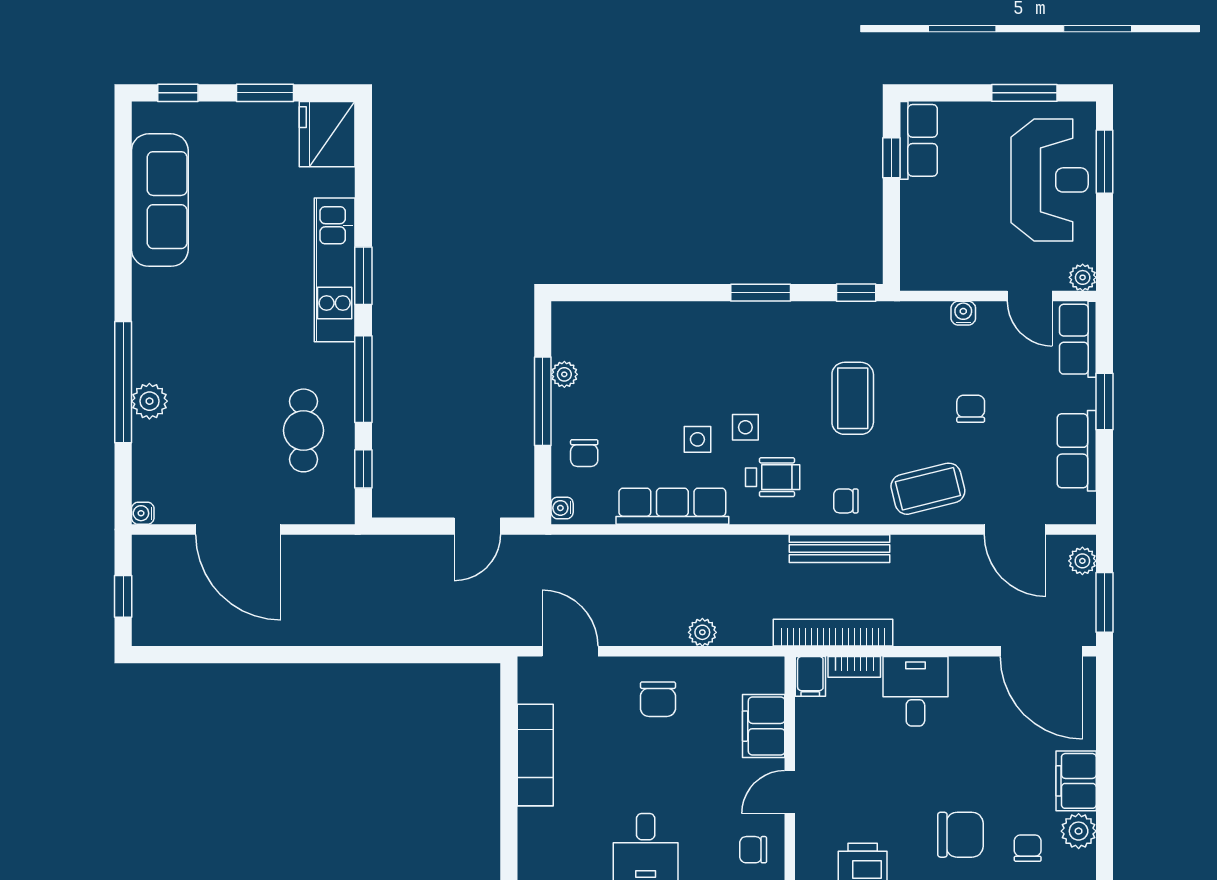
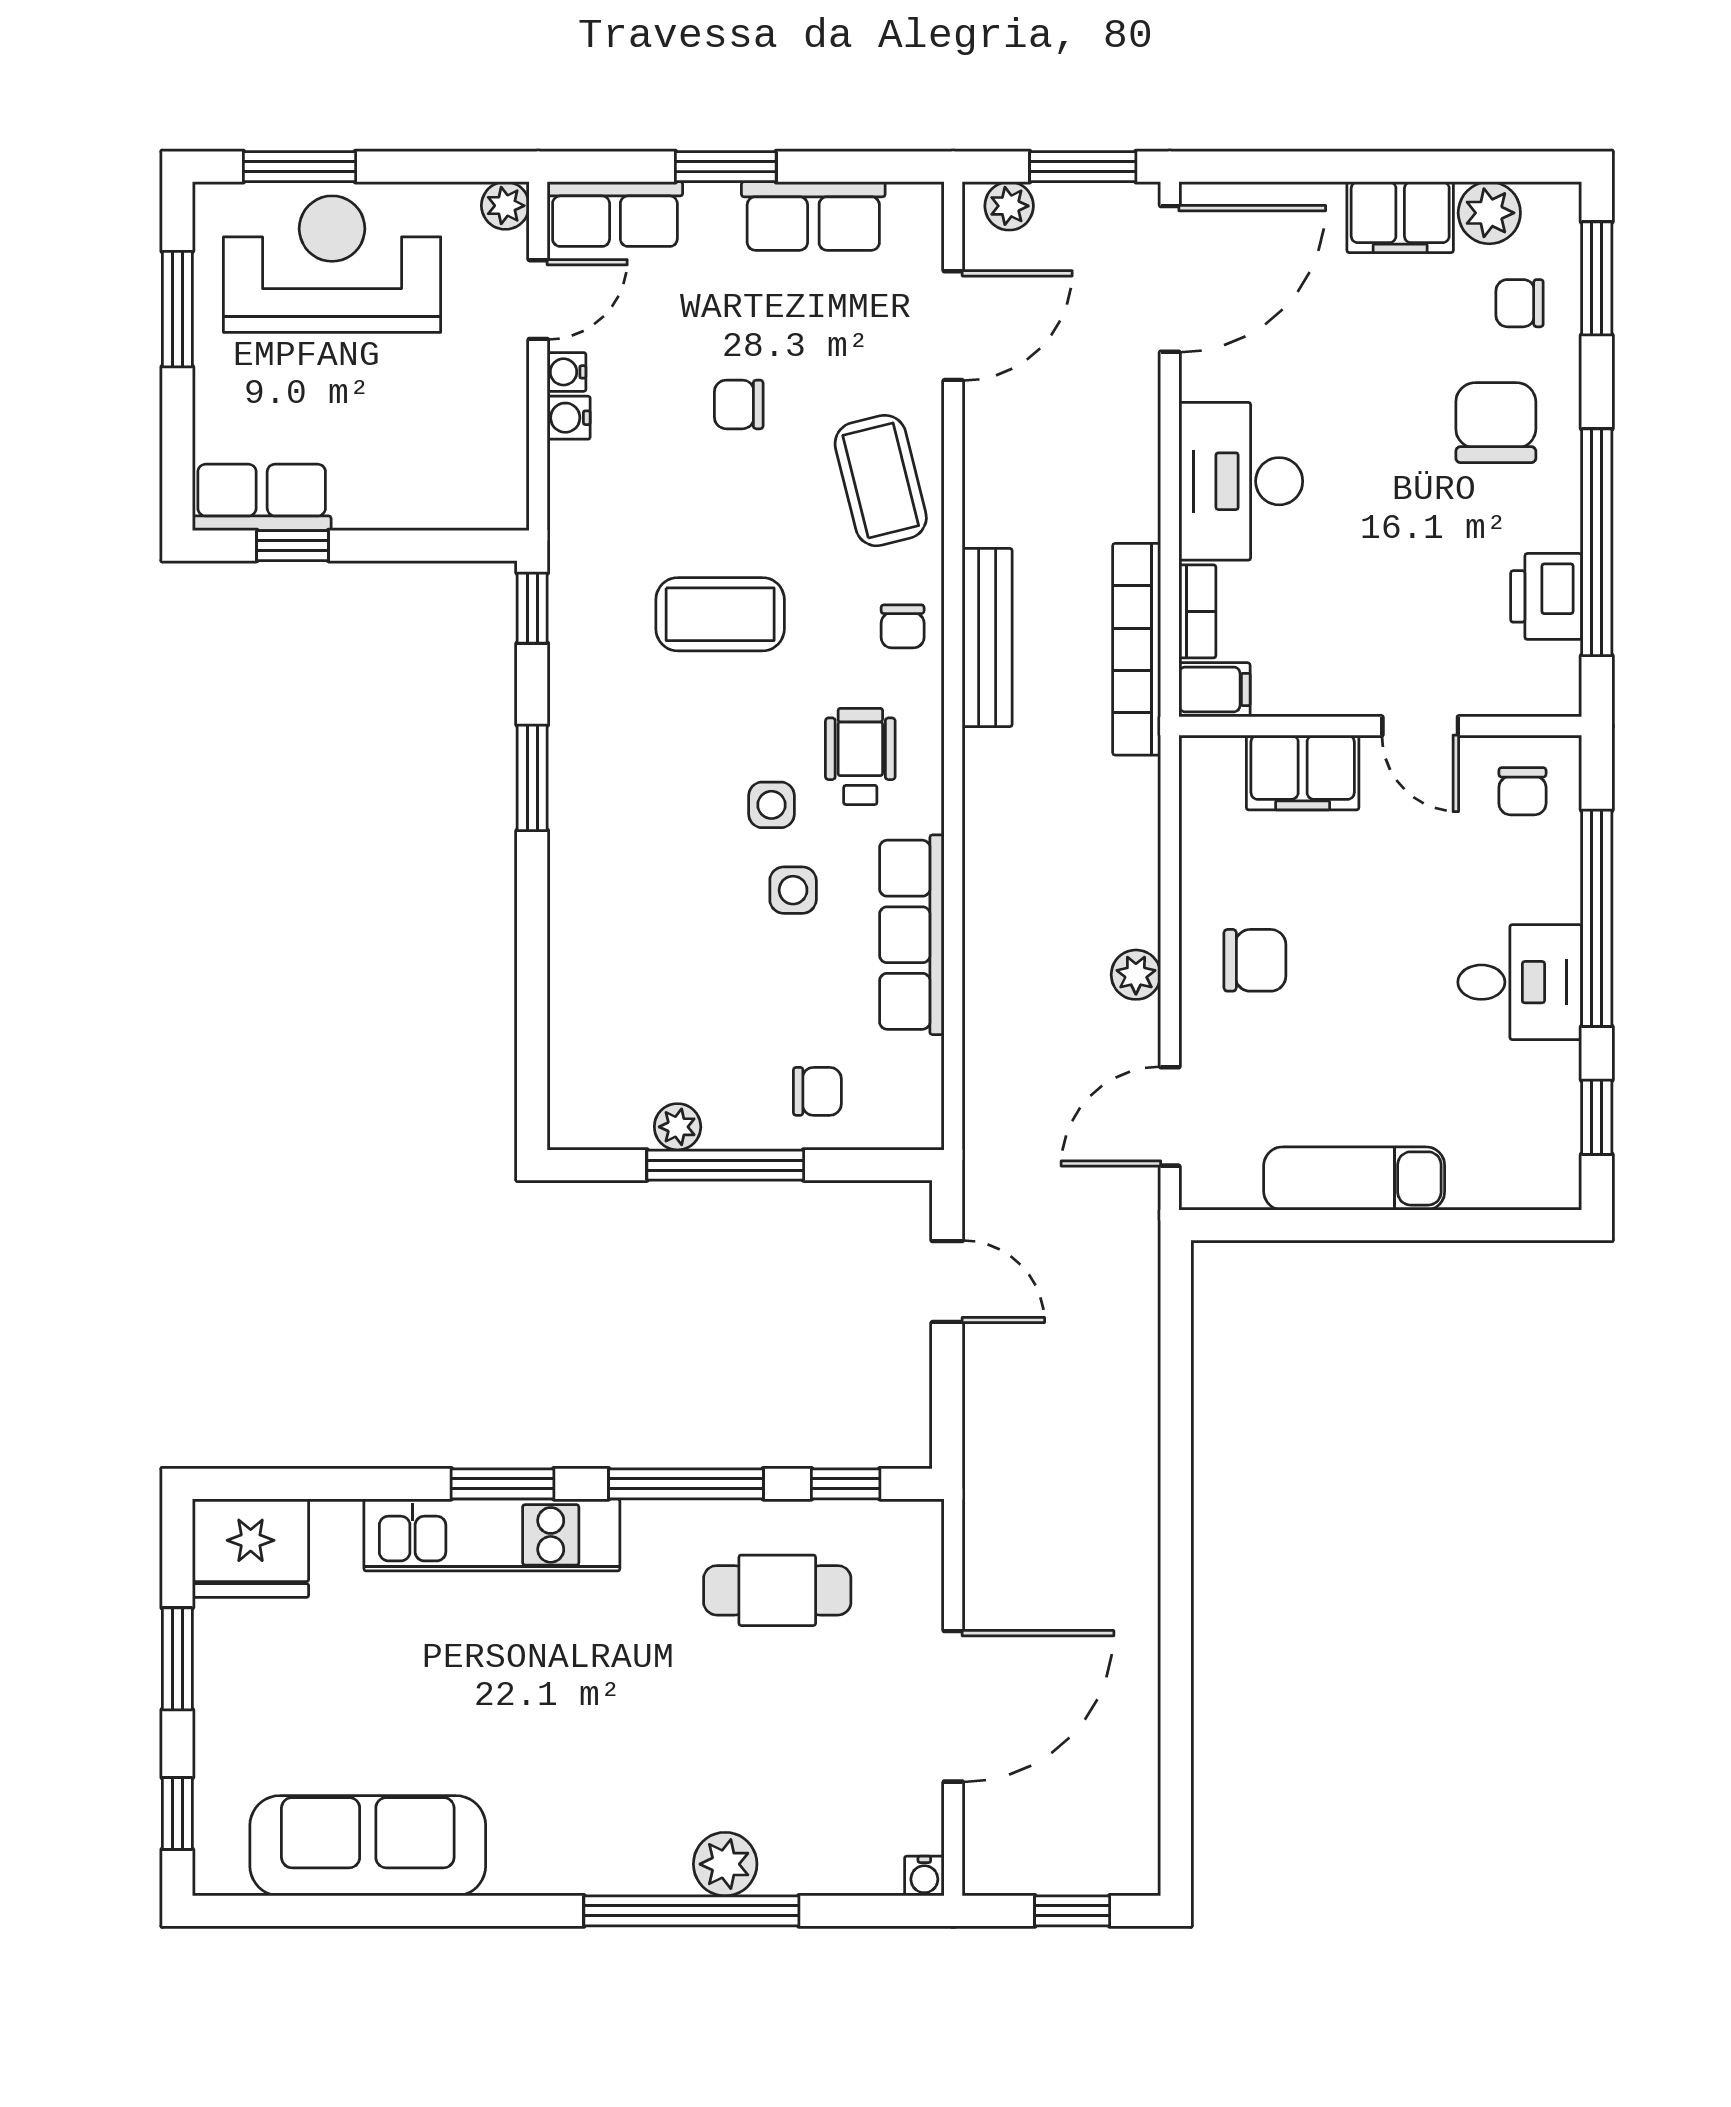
water cooler: (562, 508) -> (567, 372), moved, turned 90
plant: (702, 632) -> (1136, 975), moved
desk: (915, 691) -> (1241, 481), width x1.37

